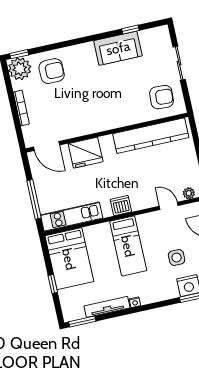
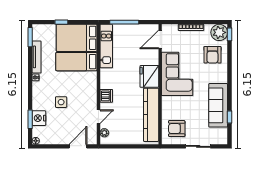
sofa: (118, 48) -> (218, 105), width x1.36
armchair: (162, 97) -> (177, 129), turned 87
corner sofa: (88, 113) -> (177, 74), added
fridge: (86, 153) -> (149, 76), moved
dishwasher: (121, 206) -> (106, 96), moved
bed: (128, 246) -> (76, 62), moved
side table: (177, 258) -> (61, 102), moved

